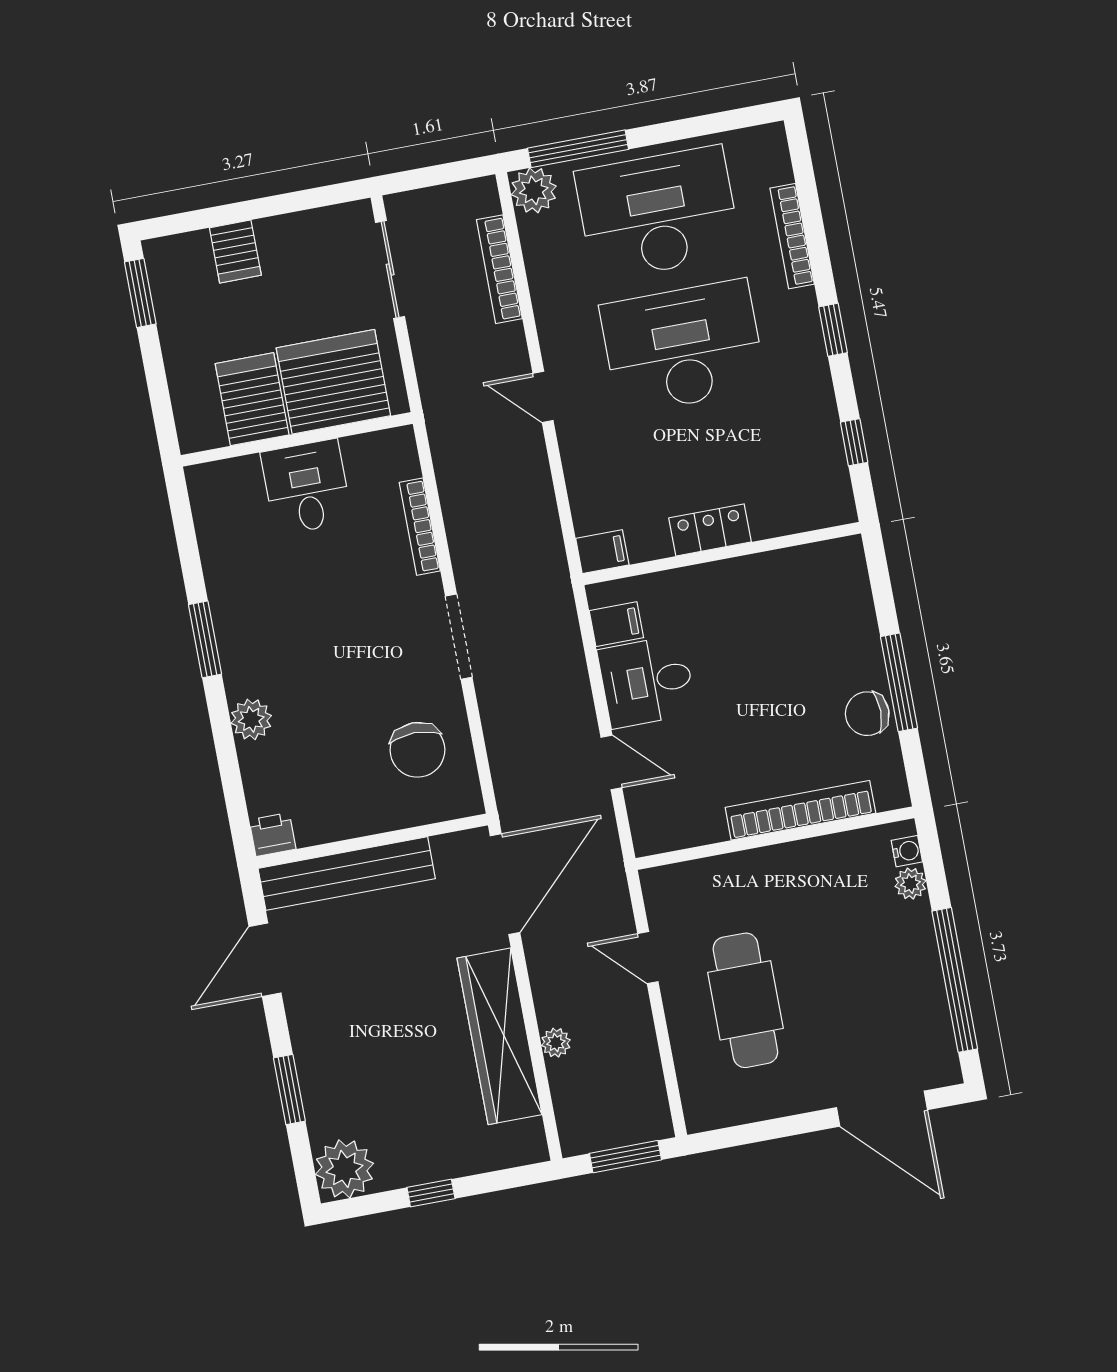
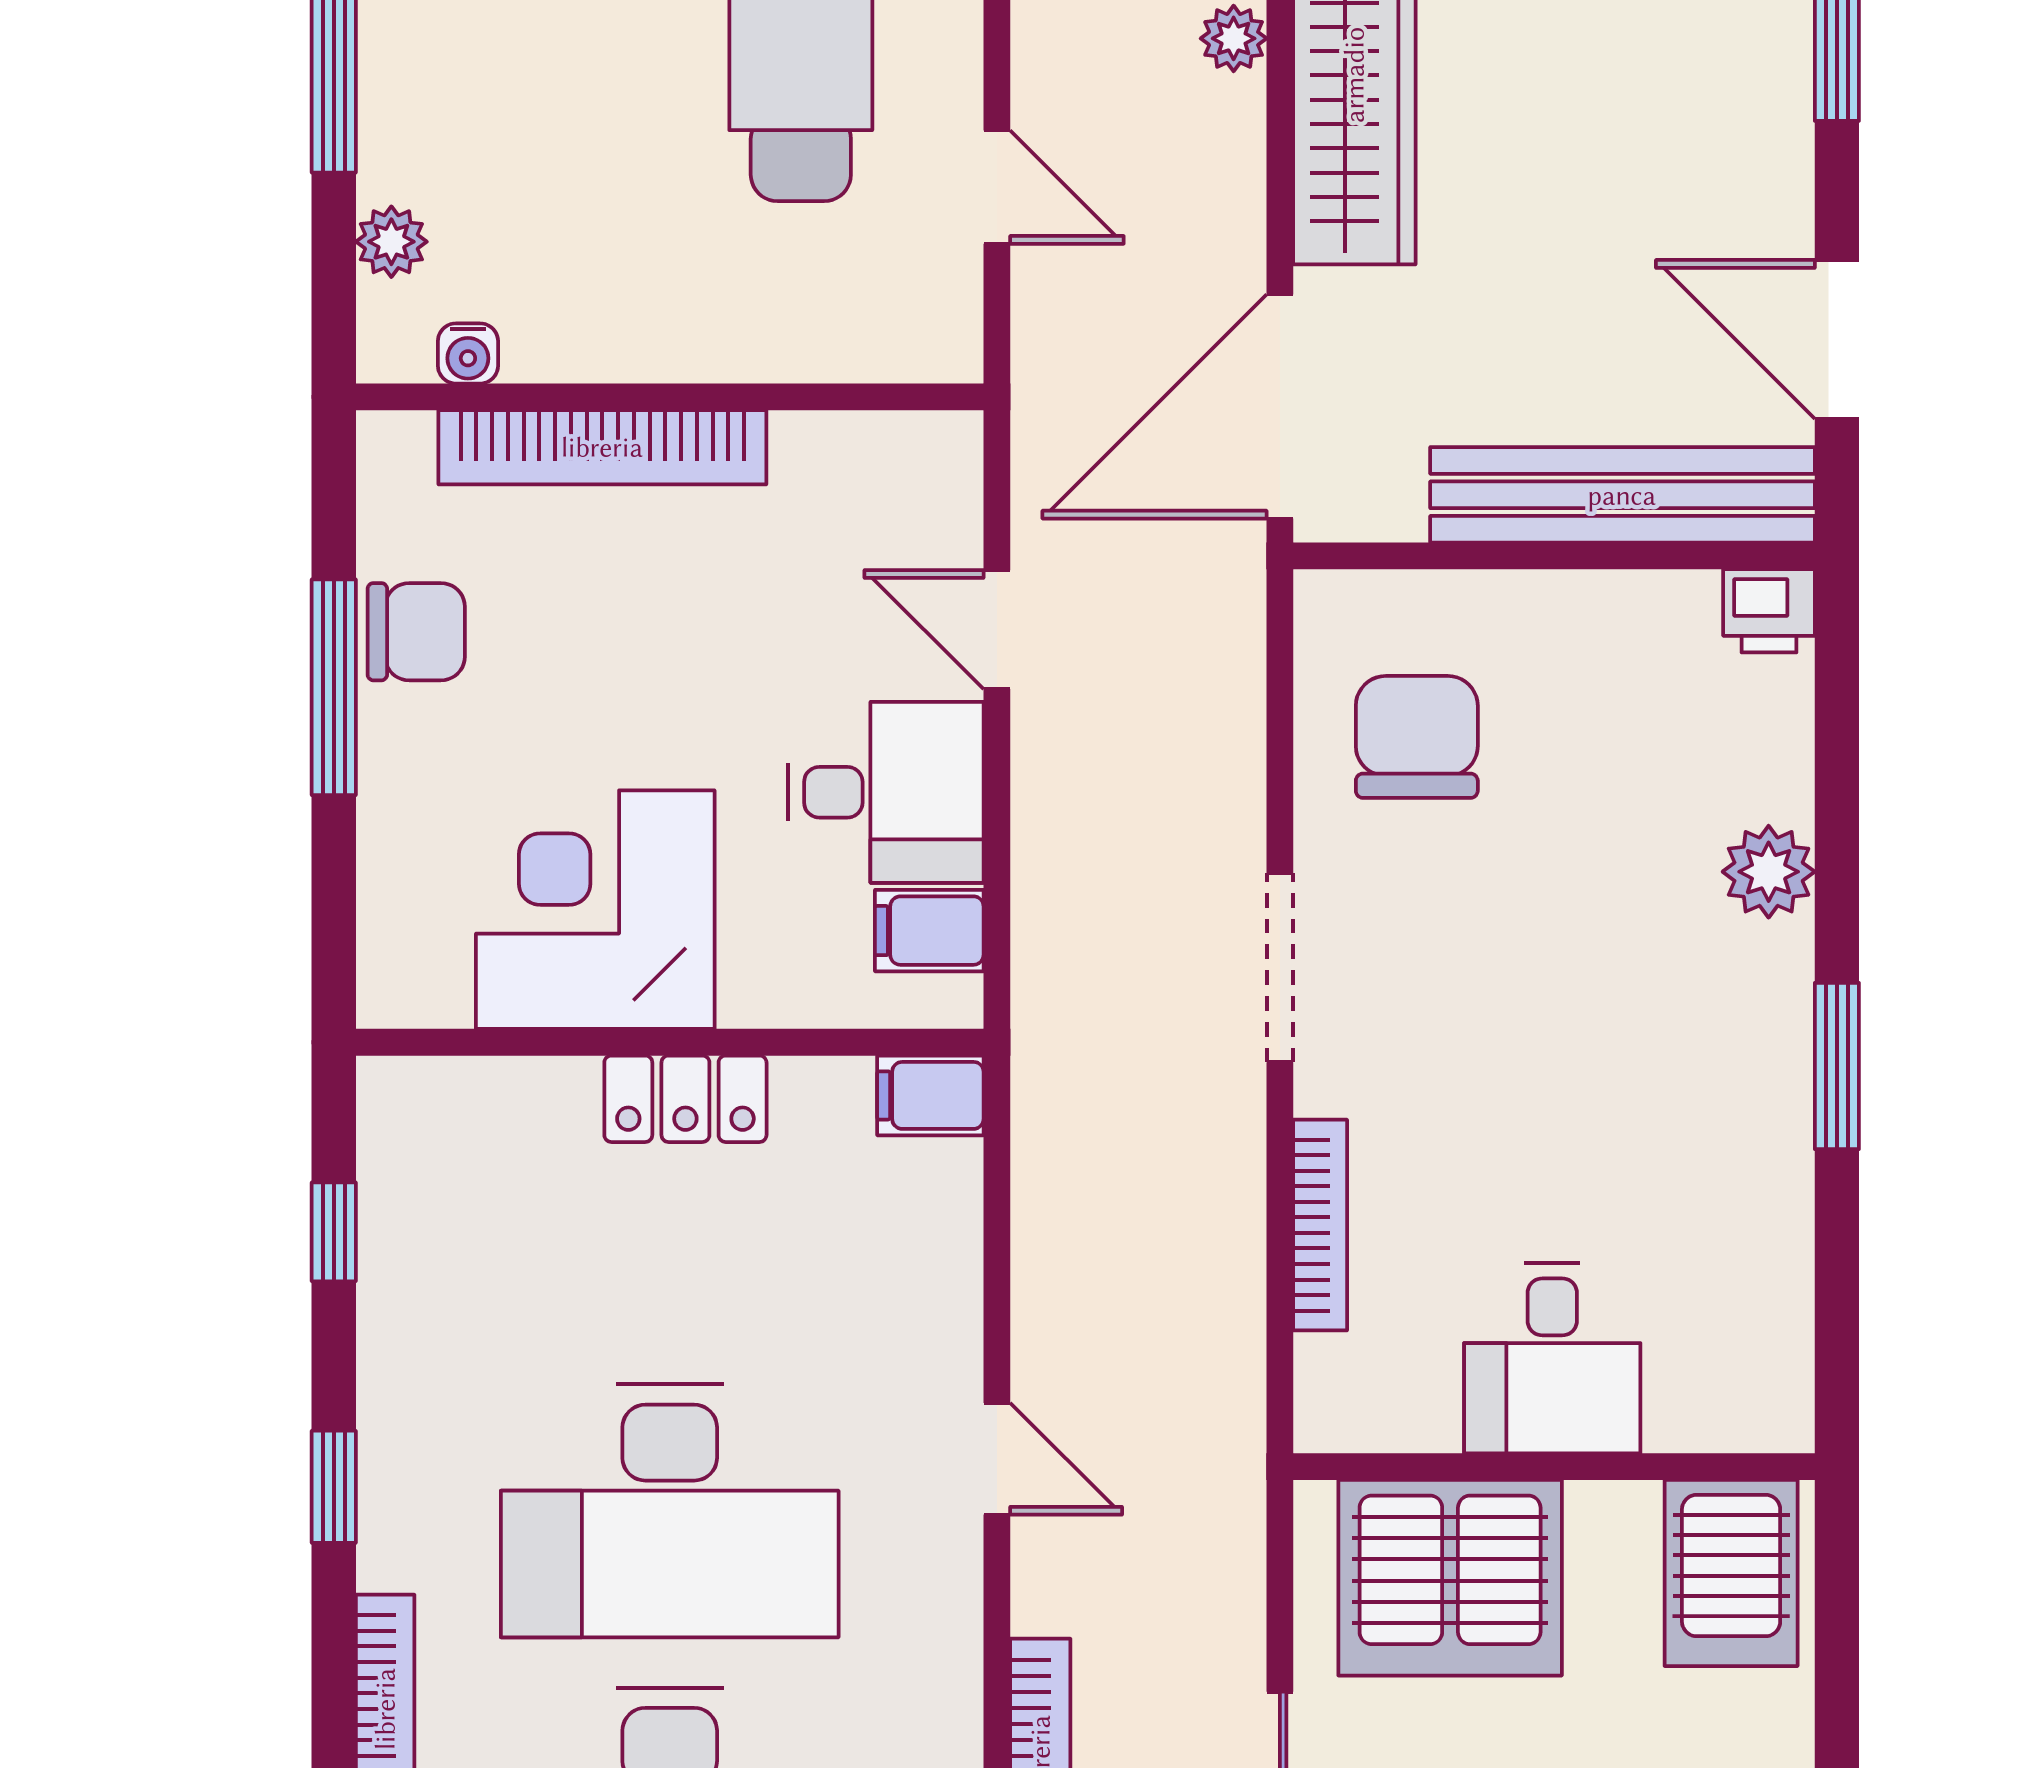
server rack: (252, 399) -> (1731, 1573), moved
corner desk: (765, 606) -> (595, 910), added
water cooler: (907, 851) -> (468, 353), moved, turned -90
door: (265, 960) -> (1837, 339), swing flipped

